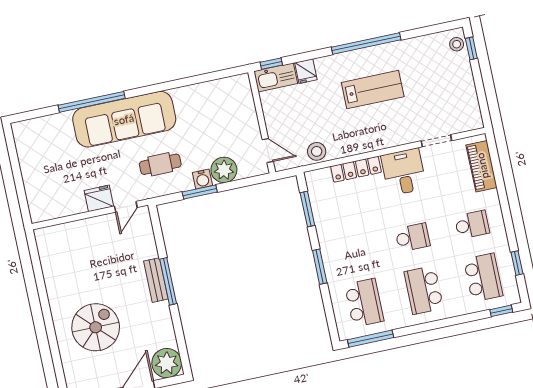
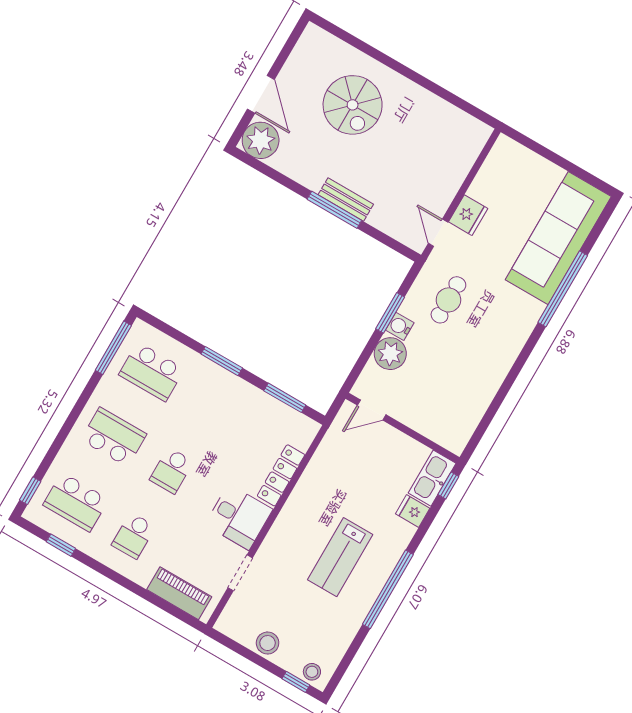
sofa: (124, 119) -> (558, 238), moved
stool: (317, 151) -> (268, 643), moved

